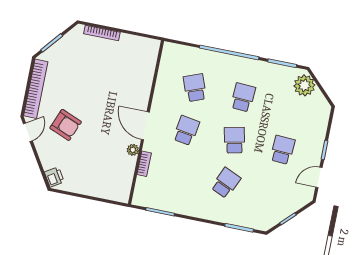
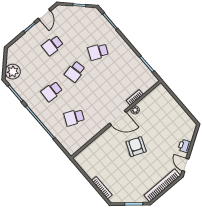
school desk: (195, 88) -> (74, 118), turned 45
armchair: (66, 125) -> (136, 147), moved
door: (145, 126) -> (118, 118), hinge flipped
school desk: (186, 130) -> (97, 98), removed
door: (28, 132) -> (185, 165), hinge flipped
printer: (54, 177) -> (185, 146), moved
door: (319, 177) -> (44, 15), hinge flipped

